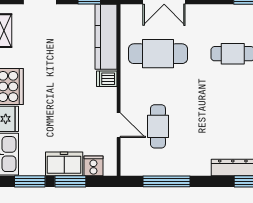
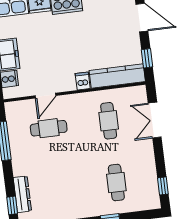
cafe table: (158, 54) -> (109, 121), width x0.73, depth x0.74

